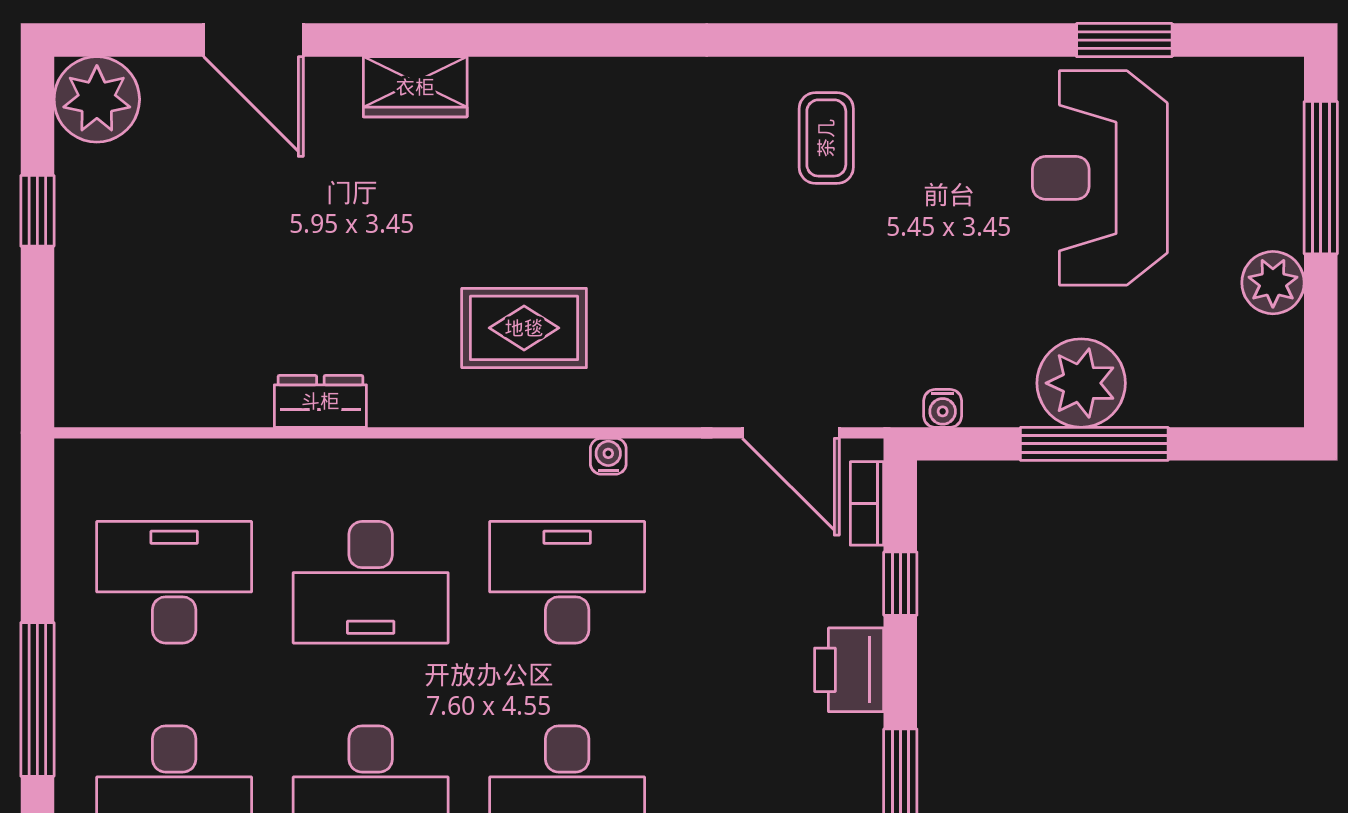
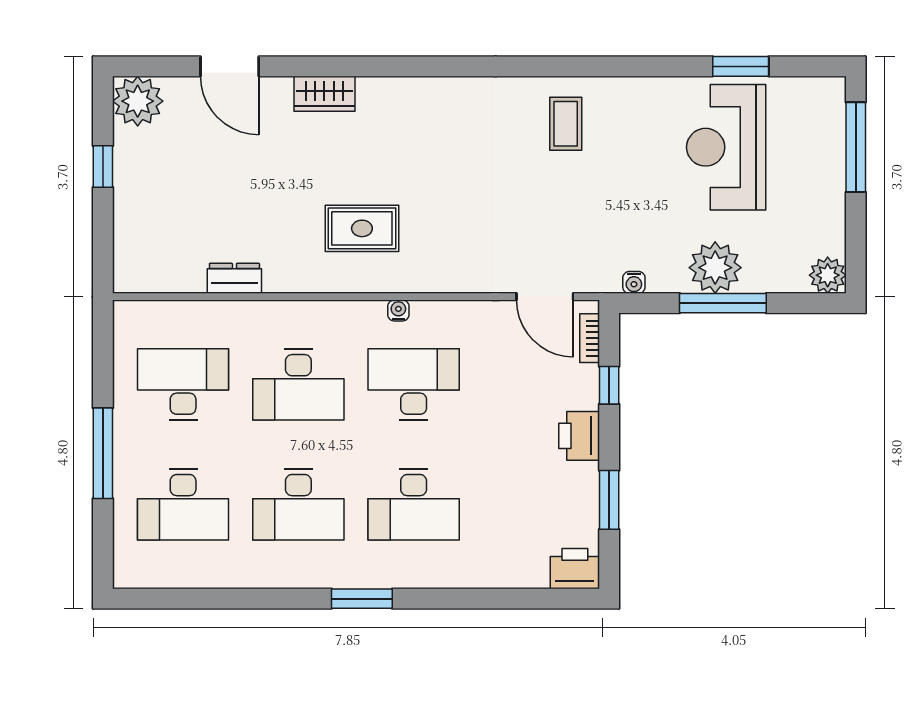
plant: (1273, 283) -> (828, 275), moved
rug: (524, 328) -> (362, 228), moved
dresser: (320, 401) -> (234, 278), moved
water cooler: (608, 456) -> (398, 310), moved

